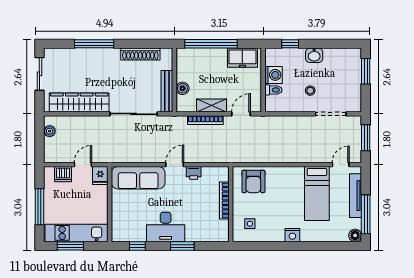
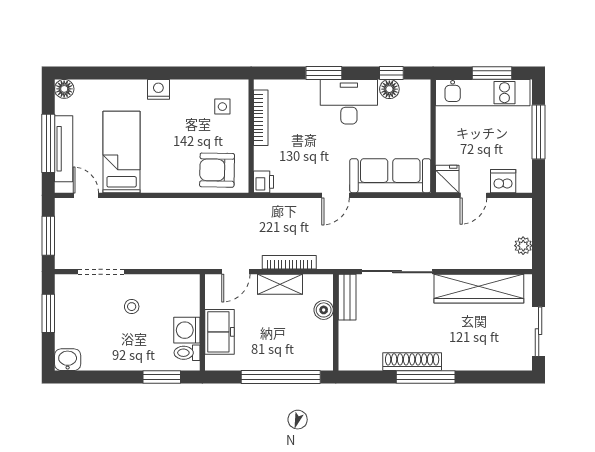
window: (94, 44) -> (426, 377), moved
window: (290, 44) -> (162, 377), width x1.50
shoe rack: (140, 54) -> (412, 362), moved
washbasin: (314, 55) -> (68, 360), moved
freezer: (242, 58) -> (220, 332), moved, turned 90
window: (366, 71) -> (48, 313), moved
toilet: (273, 90) -> (187, 353), moved
bench: (167, 91) -> (347, 297), width x0.73
door: (341, 165) -> (86, 195), swing flipped
printer: (194, 173) -> (264, 182), moved, turned 90
armchair: (253, 181) -> (217, 170), turned -89
bookcase: (224, 200) -> (261, 118), moved
window: (366, 214) -> (48, 143), moved
floor lamp: (139, 235) -> (389, 89), added

